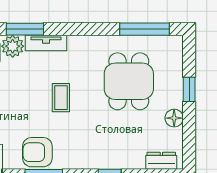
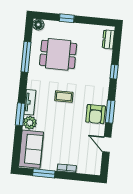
window: (144, 29) -> (26, 57), moved
floor lamp: (174, 118) -> (38, 25), moved

